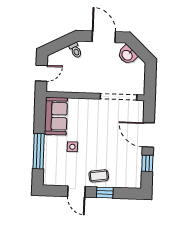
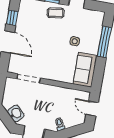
door: (41, 73) -> (92, 109), hinge flipped
doorway: (118, 97) -> (29, 78), width x0.73

